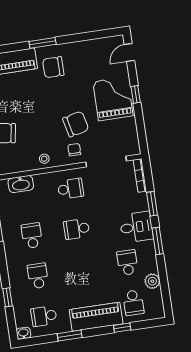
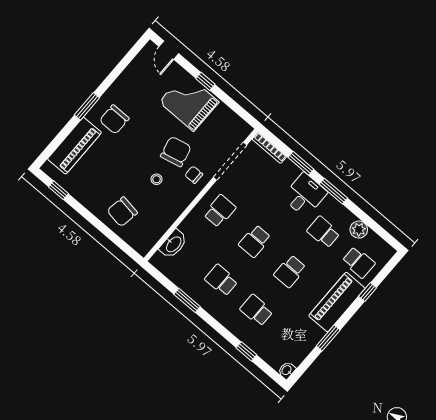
stool: (44, 159) -> (156, 179), moved
school desk: (44, 316) -> (290, 271), moved

